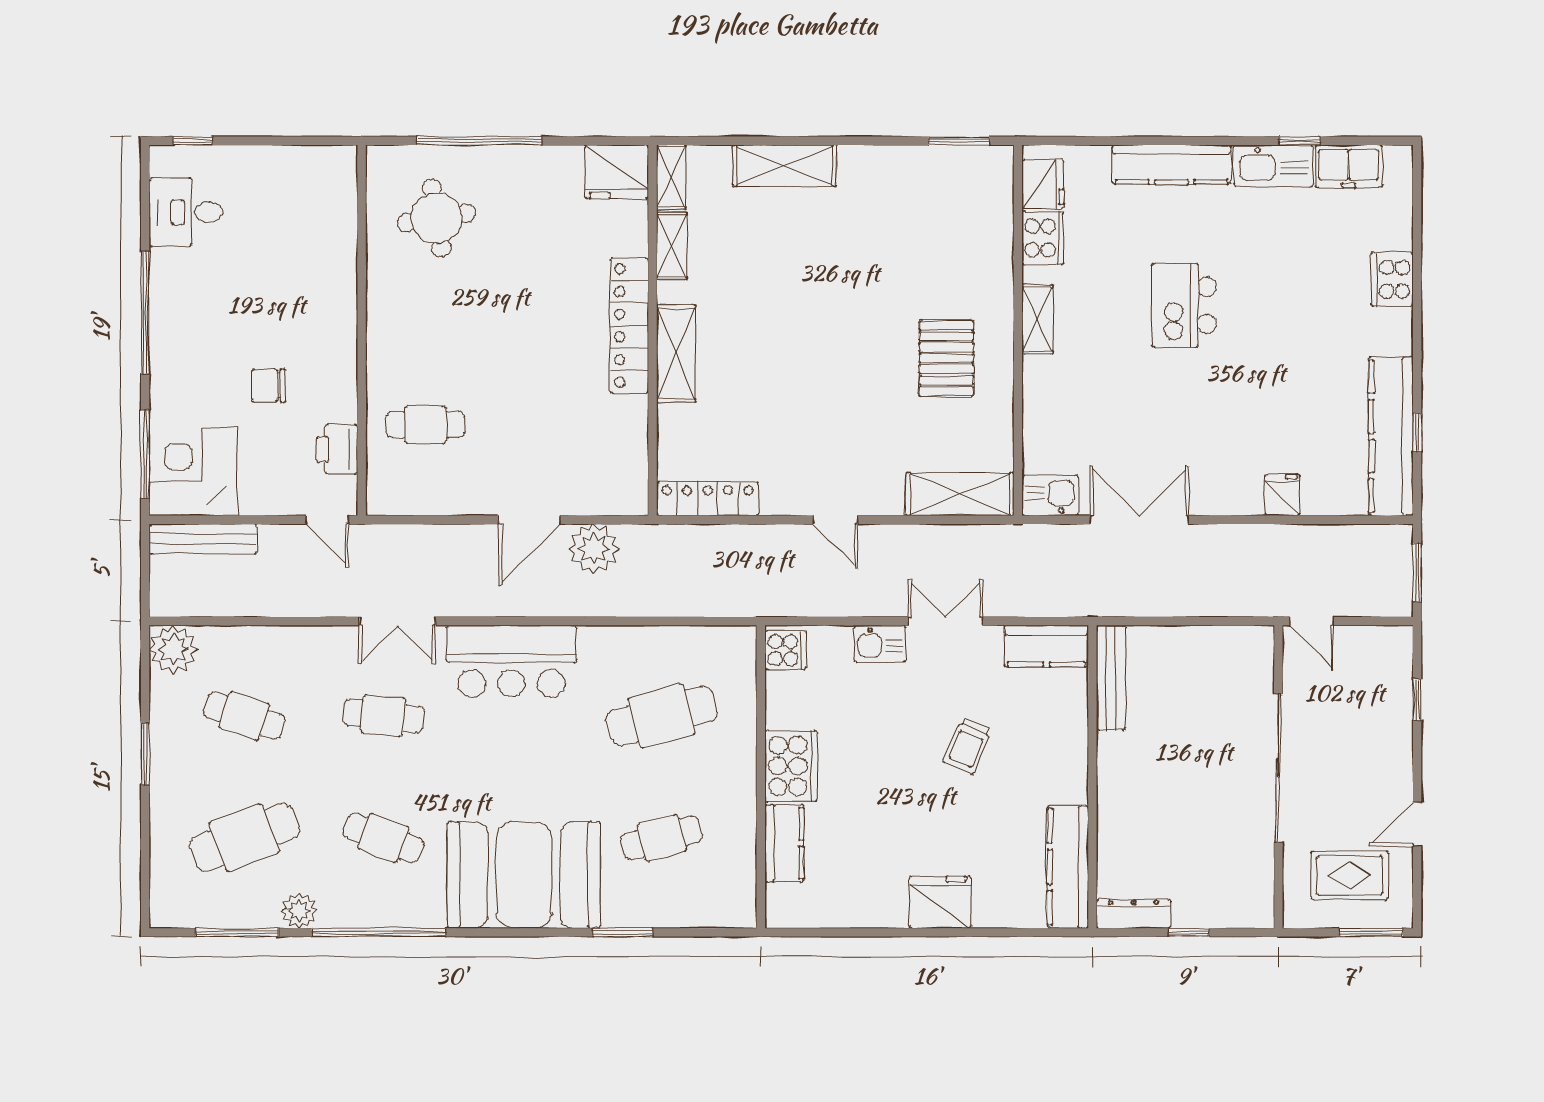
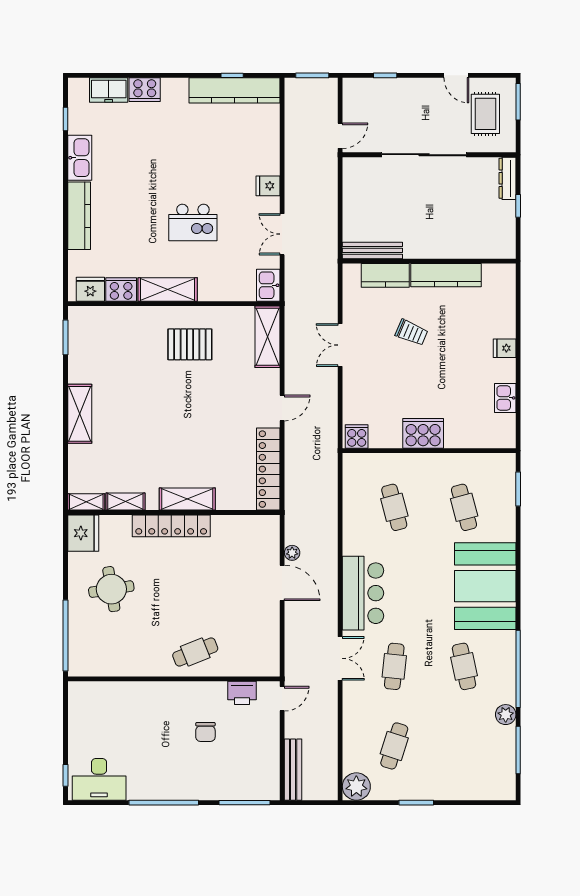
window: (479, 141) -> (66, 636), moved
window: (1299, 141) -> (66, 119), moved
shelving: (784, 166) -> (80, 414), moved
freezer: (1349, 166) -> (109, 90), moved, turned 90
desk: (186, 212) -> (99, 779), width x1.37
round table: (437, 218) -> (111, 589), moved
kitchen island: (1184, 305) -> (193, 223), moved
shelving: (1037, 319) -> (168, 290), width x1.50, depth x1.33
cafe table: (425, 425) -> (195, 652), moved, turned 68
corner desk: (193, 472) -> (255, 775), removed
fridge: (1282, 495) -> (268, 186), moved
locker: (708, 499) -> (268, 469), width x1.41, depth x1.21
double door: (1139, 520) -> (282, 234), width x0.73
plant: (594, 549) -> (292, 553), width x0.53, depth x0.53
kitchen sink: (880, 644) -> (505, 398), moved, turned 180
kitchen counter: (1046, 646) -> (385, 275), moved, turned 90
cafe table: (662, 716) -> (394, 507), width x0.73, depth x0.74
cafe table: (244, 838) -> (464, 746), removed
cafe table: (383, 838) -> (464, 666), turned -33
kitchen counter: (784, 843) -> (467, 437), removed
kitchen counter: (1068, 867) -> (446, 275), moved
fridge: (940, 902) -> (505, 348), width x0.53, depth x0.75
dresser: (1134, 914) -> (507, 178), moved
window: (623, 932) -> (518, 489), moved

